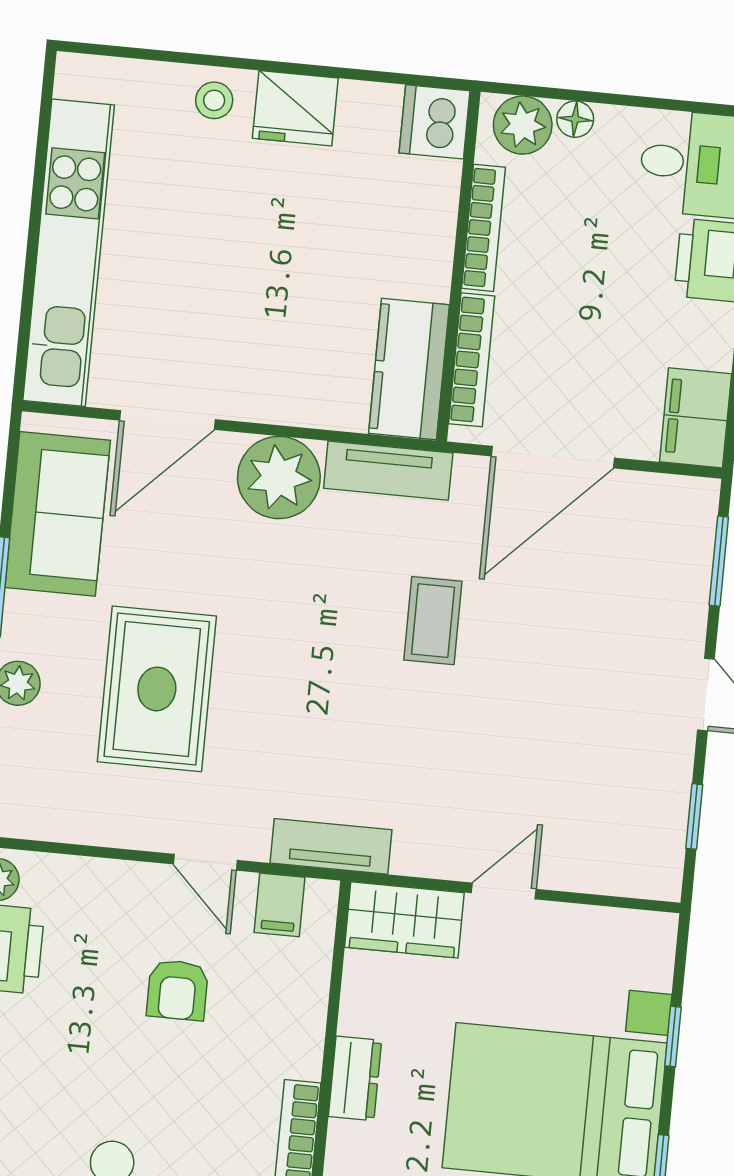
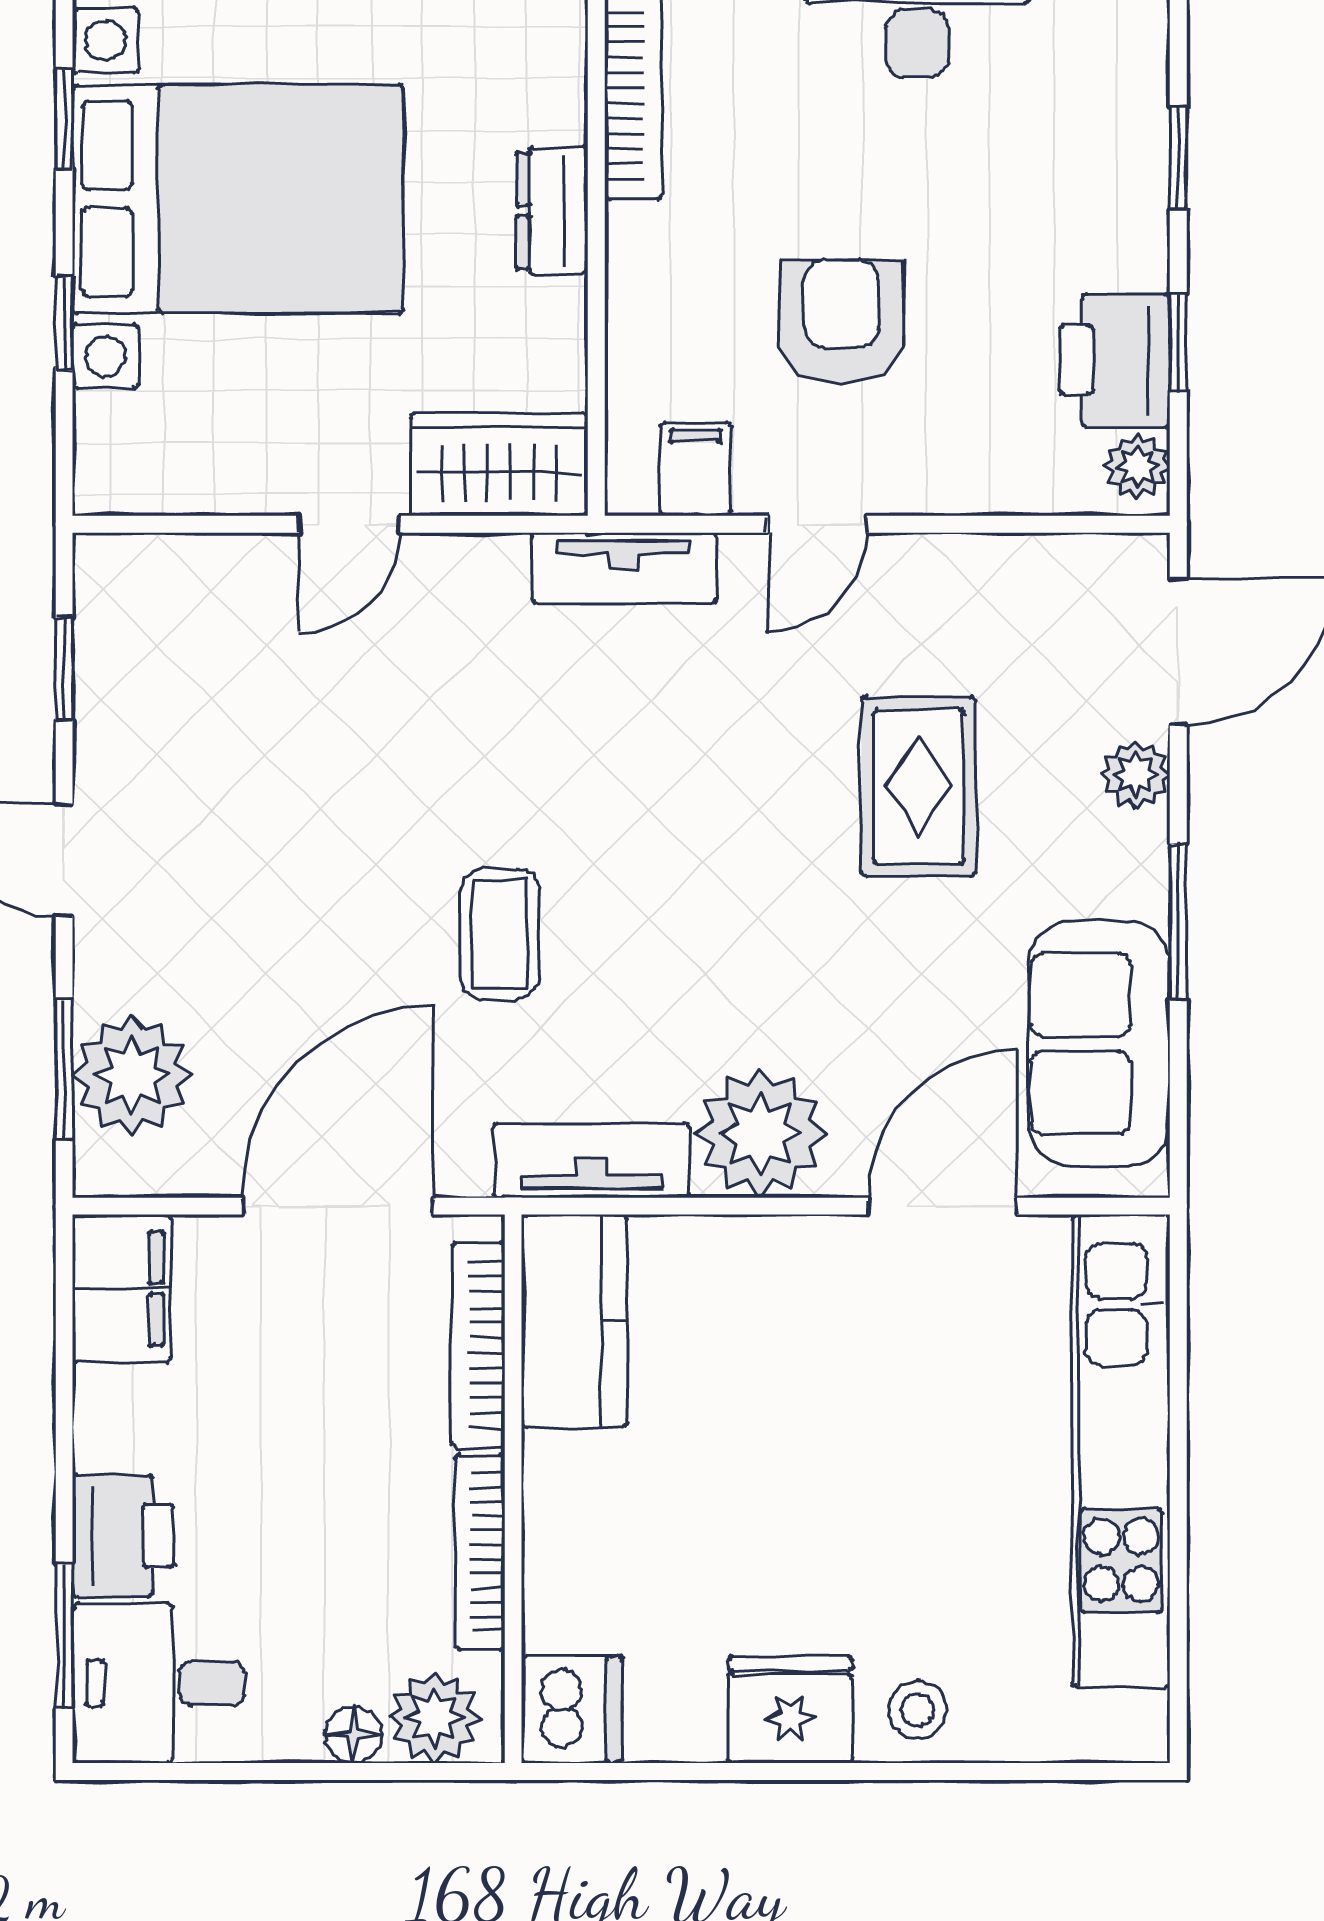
plant: (676, 553) -> (132, 1075), added
rug: (157, 689) -> (919, 786), width x0.73, depth x0.70
door: (205, 862) -> (817, 524), swing flipped
armchair: (177, 990) -> (841, 321), width x1.38, depth x1.38

